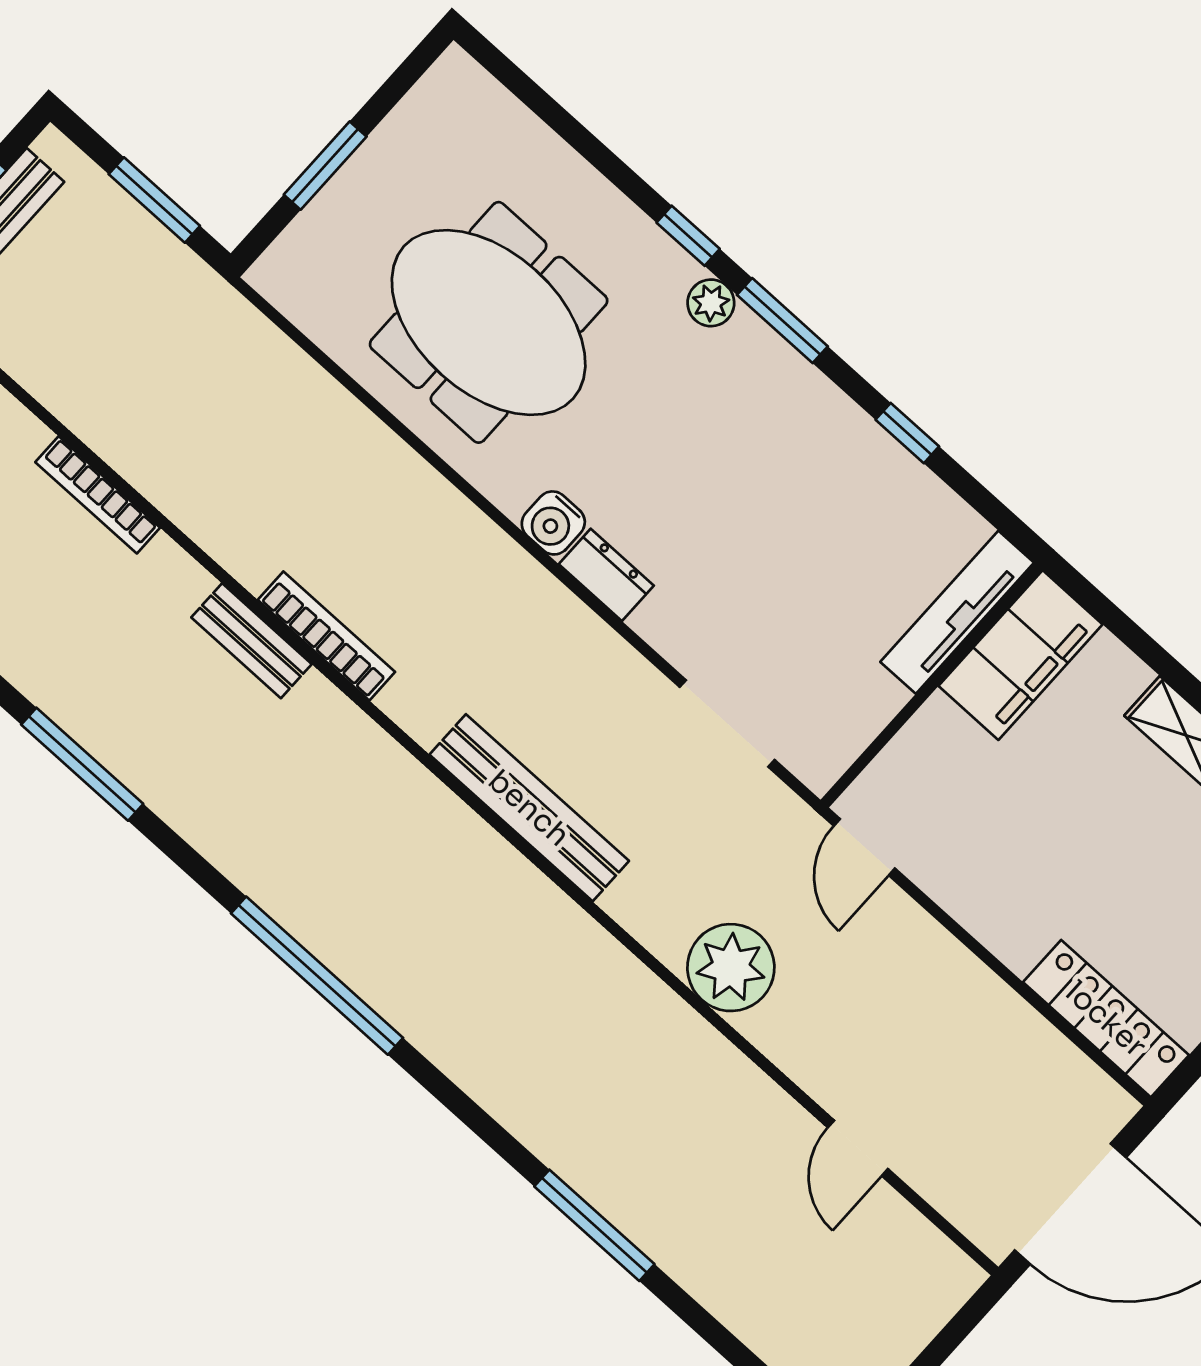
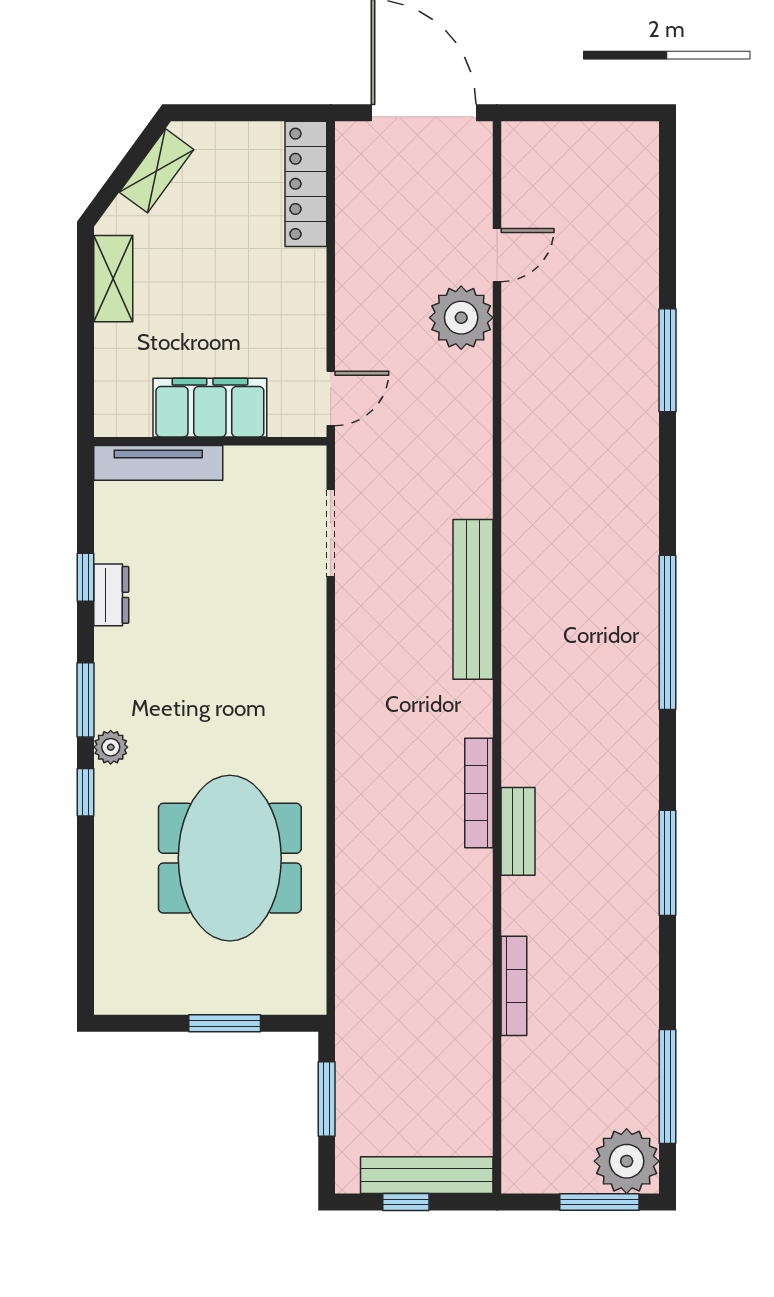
water cooler: (553, 523) -> (307, 725), removed
dresser: (606, 575) -> (111, 595), moved, turned 180
filing cabinet: (1020, 655) -> (210, 408), moved
plant: (731, 968) -> (461, 318), moved

